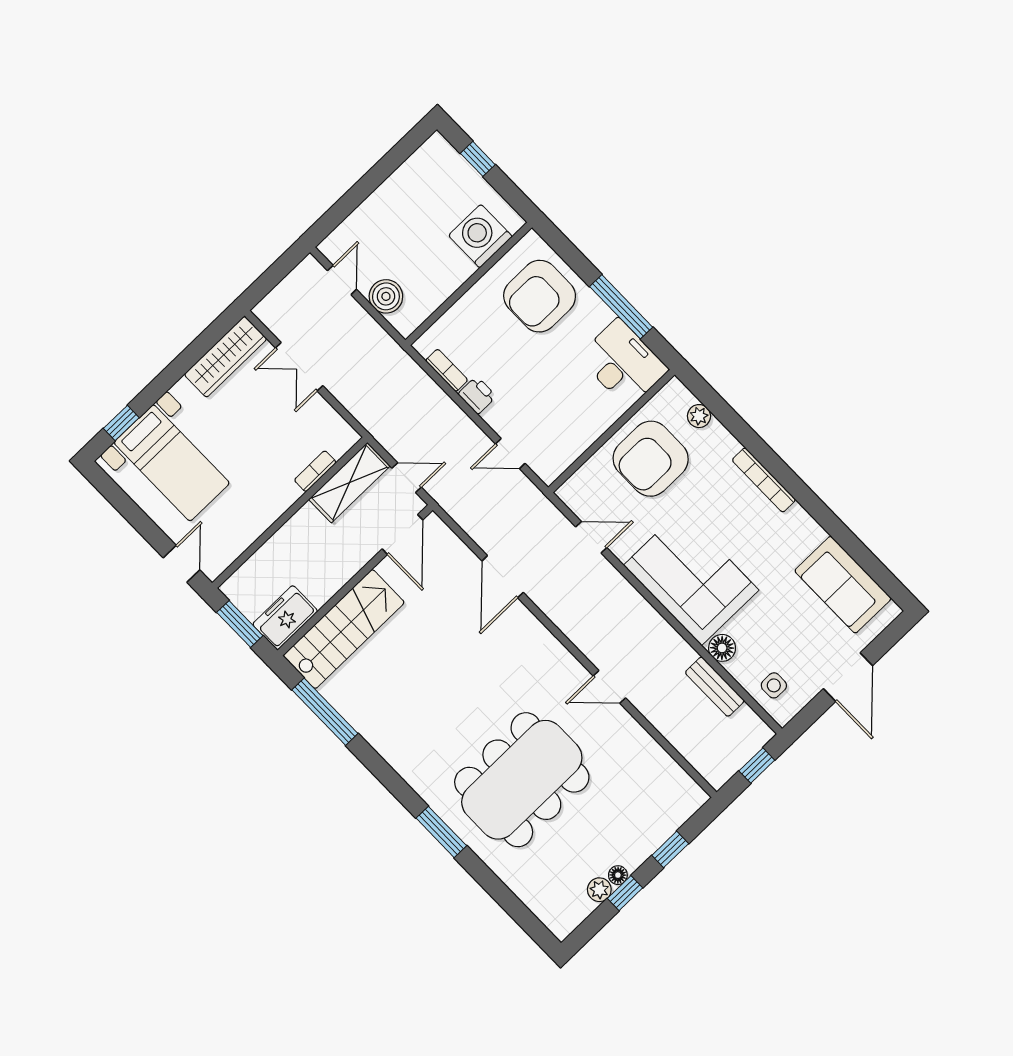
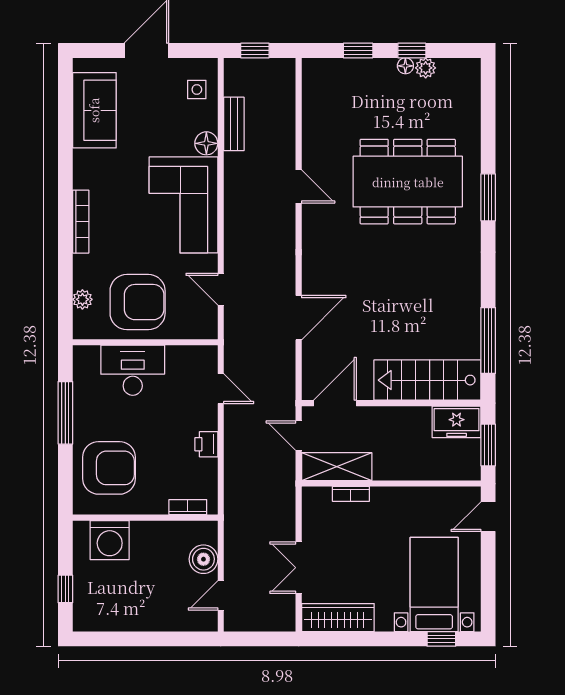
desk: (623, 363) -> (133, 370), moved, turned 90
double door: (299, 367) -> (299, 568), swing flipped
bookcase: (447, 370) -> (188, 507), moved, turned 90

